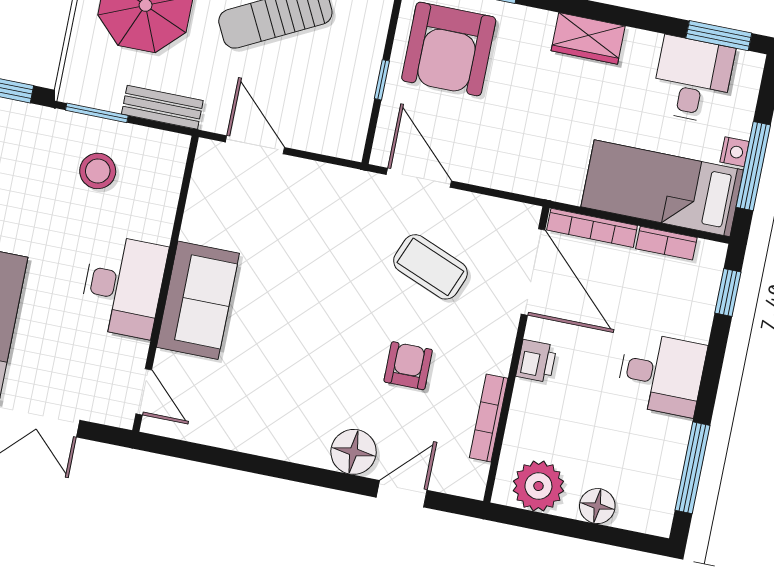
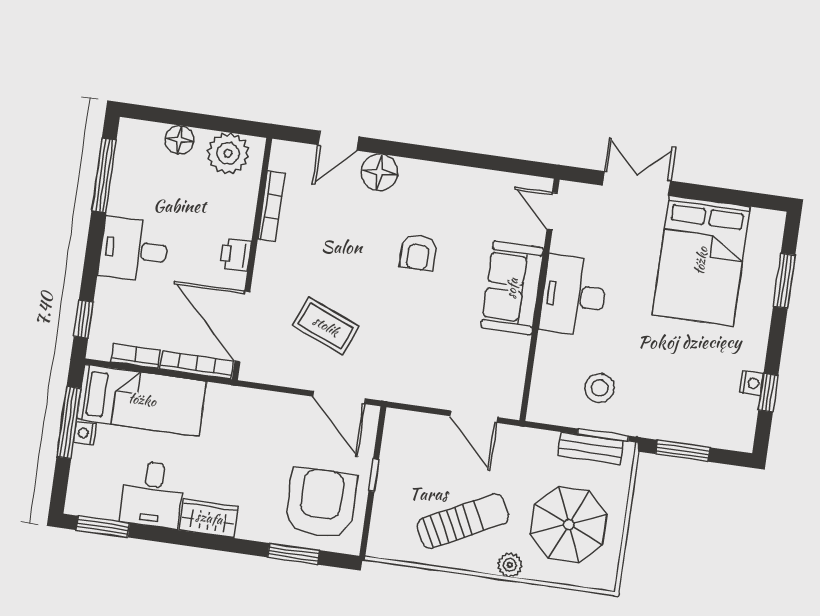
desk: (693, 79) -> (152, 494), moved
bench: (162, 107) -> (591, 448), moved
armchair: (408, 366) -> (418, 252), moved

